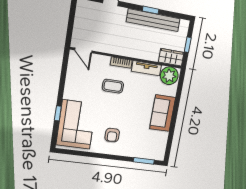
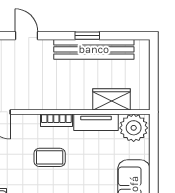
window: (188, 45) -> (154, 76), removed
wardrobe: (171, 57) -> (112, 99), moved

